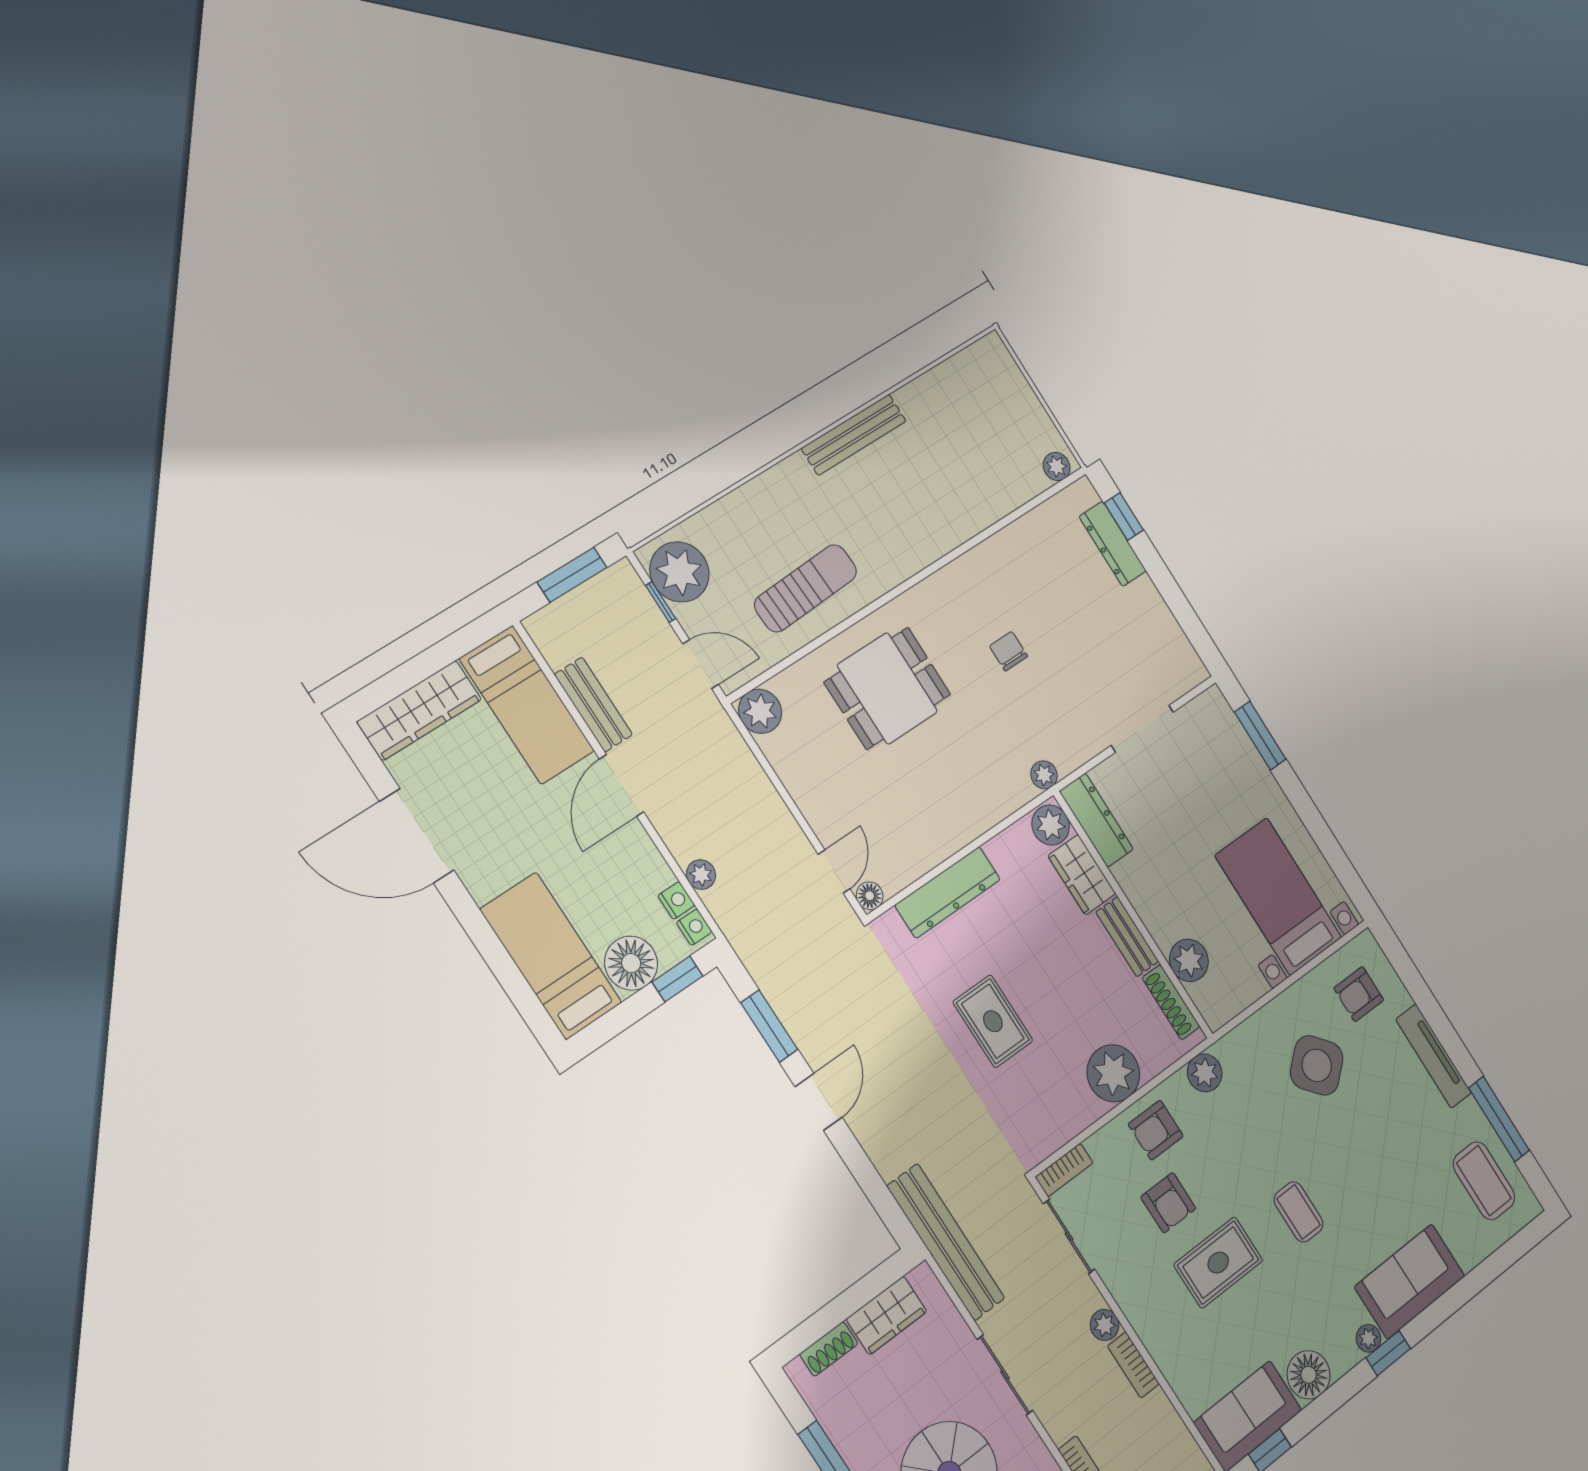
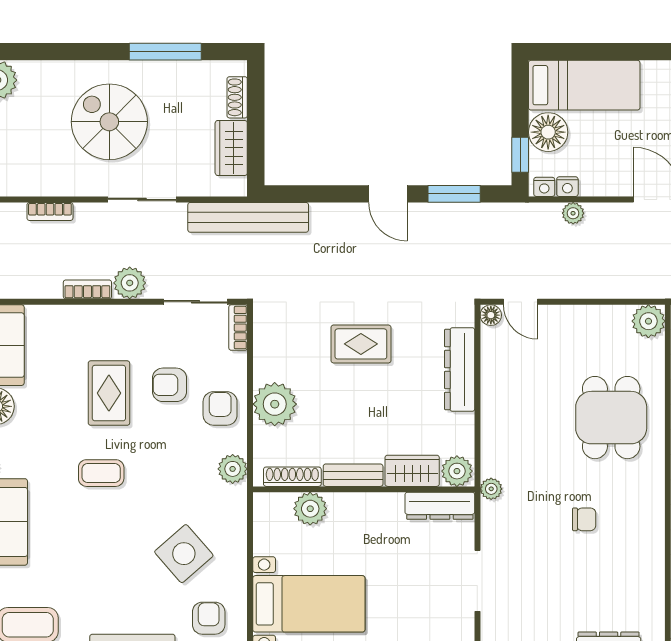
plant: (1105, 1325) -> (130, 283), width x1.38, depth x1.38

